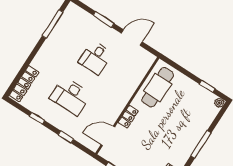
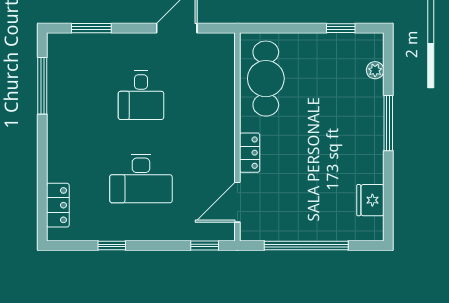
window: (104, 19) -> (91, 28), moved
locker: (24, 84) -> (58, 205), width x0.66
plant: (219, 103) -> (375, 70), moved
window: (66, 137) -> (205, 245), moved

